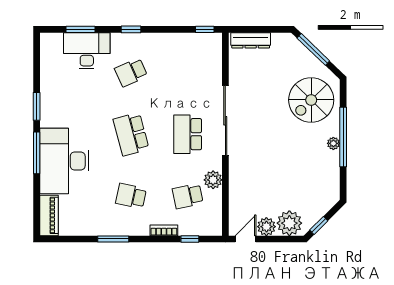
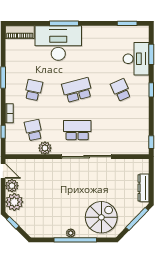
dresser: (251, 40) -> (143, 188), moved
spiral stairs: (311, 100) -> (101, 217), turned 90
window: (37, 106) -> (127, 23), moved

